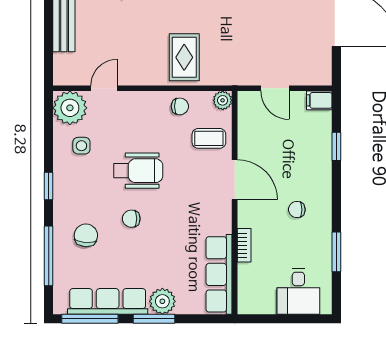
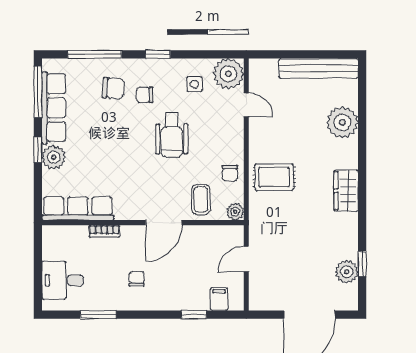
filing cabinet: (319, 100) -> (219, 299), moved
chair: (131, 219) -> (145, 95), moved, turned -90
window: (154, 319) -> (38, 150), width x0.67

